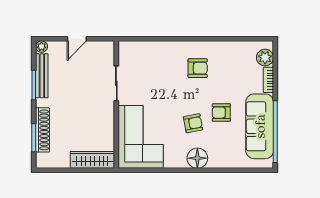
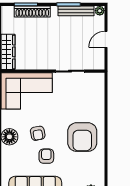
door: (77, 39) -> (106, 39), hinge flipped
armchair: (198, 68) -> (82, 137), width x1.88, depth x1.88

